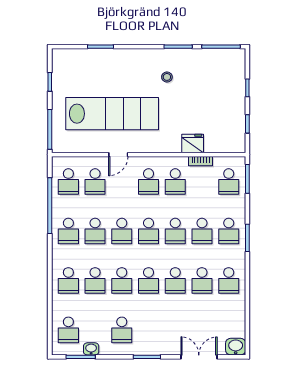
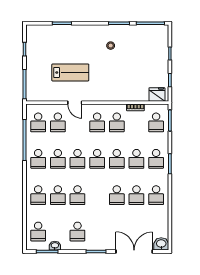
lab bench: (112, 114) -> (70, 72), width x0.54, depth x0.72
fridge: (193, 143) -> (157, 94), moved
door: (118, 155) -> (75, 103), hinge flipped
school desk: (149, 280) -> (97, 195), removed
double door: (199, 357) -> (134, 251), width x1.37

